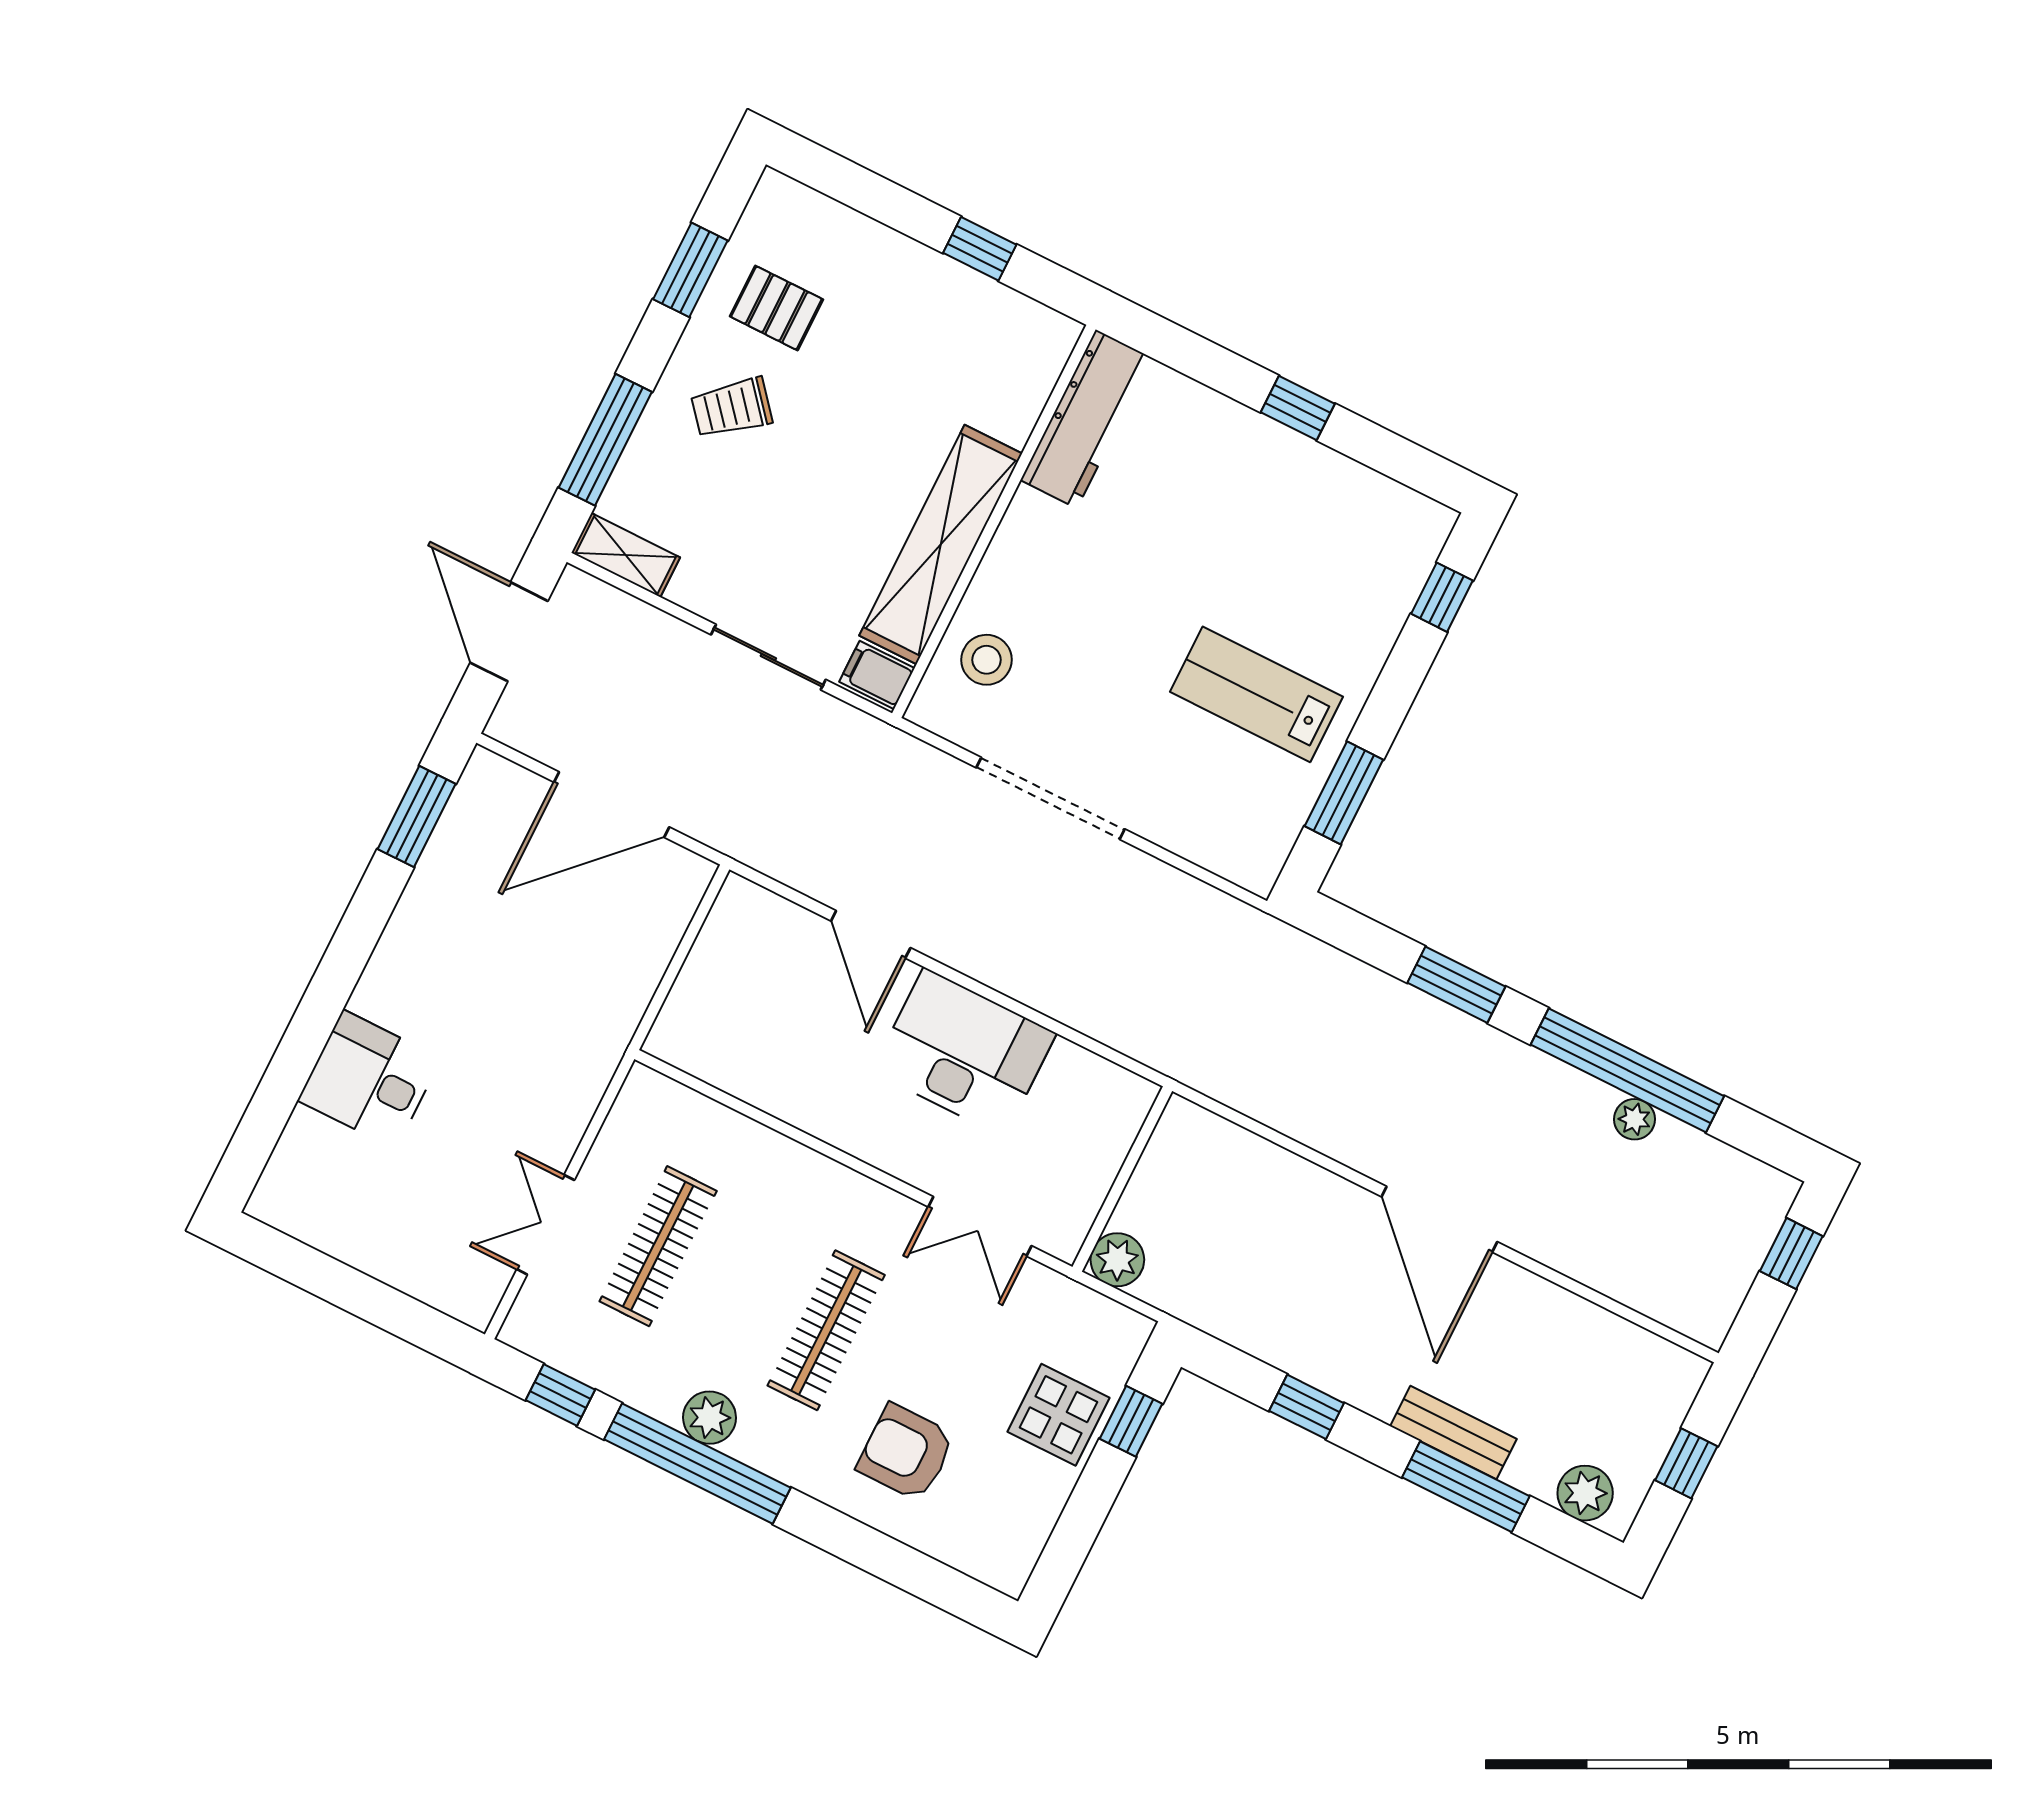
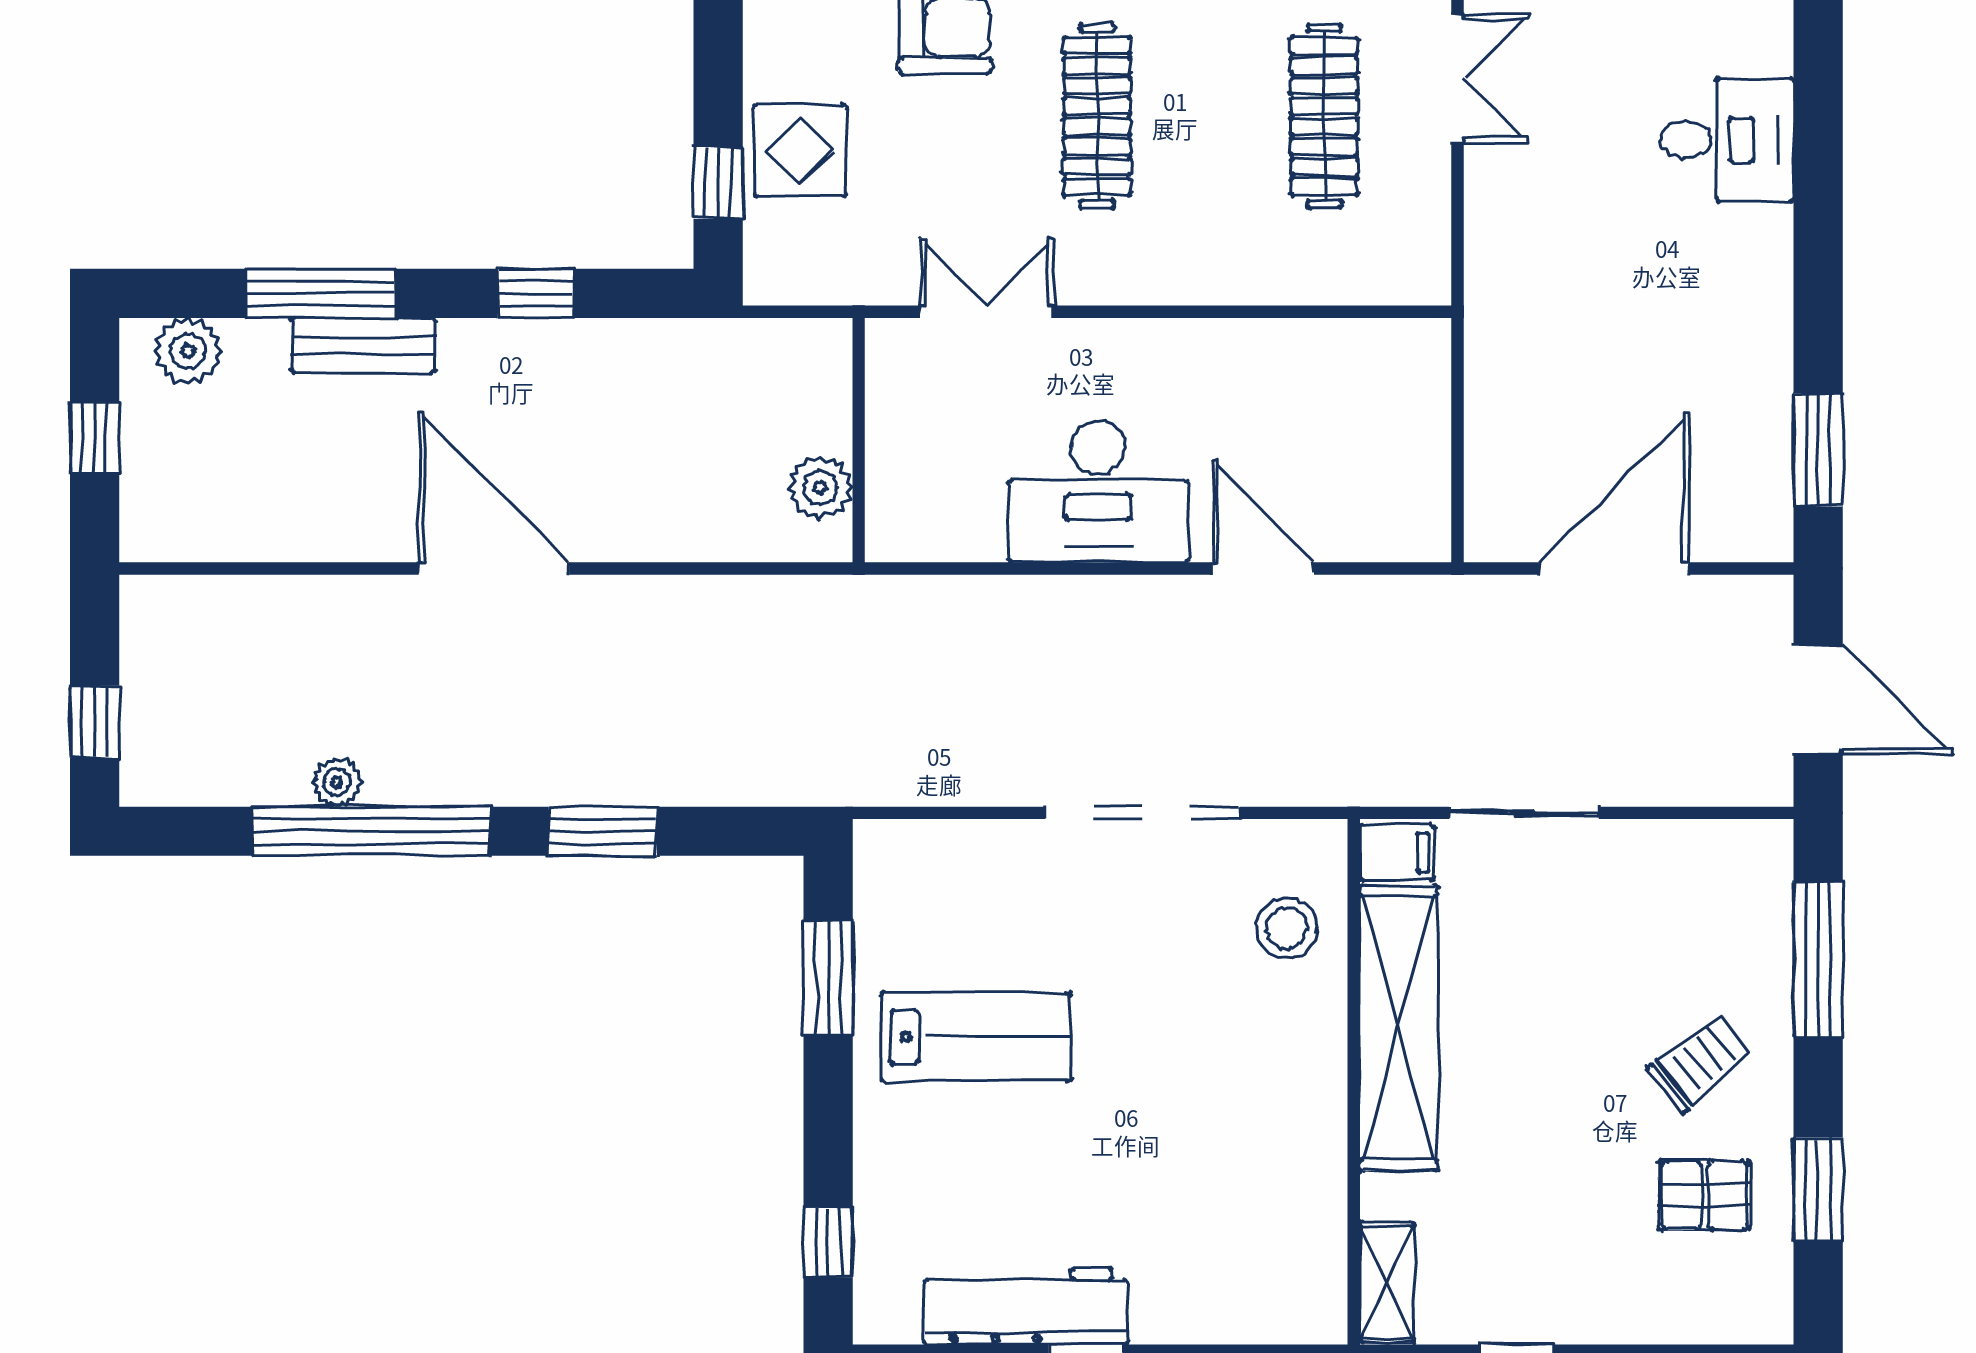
workbench: (1086, 419) -> (1026, 1306), moved, turned 90
shelving: (626, 555) -> (1387, 1282), moved, turned 90
plant: (1117, 1260) -> (820, 487), moved

